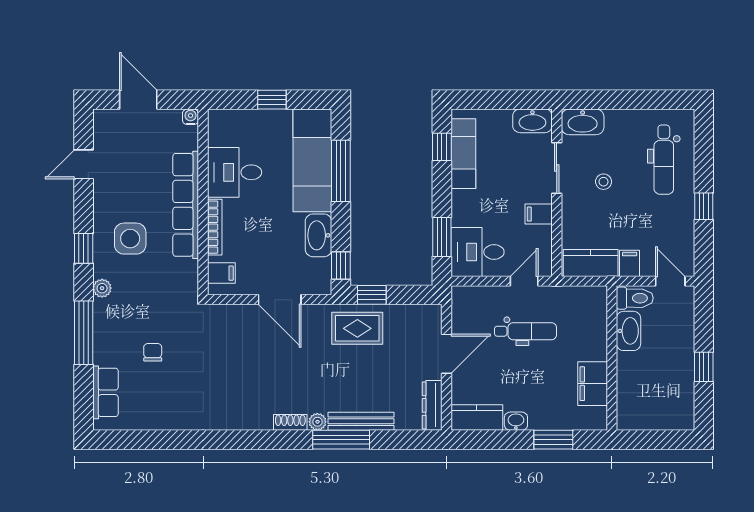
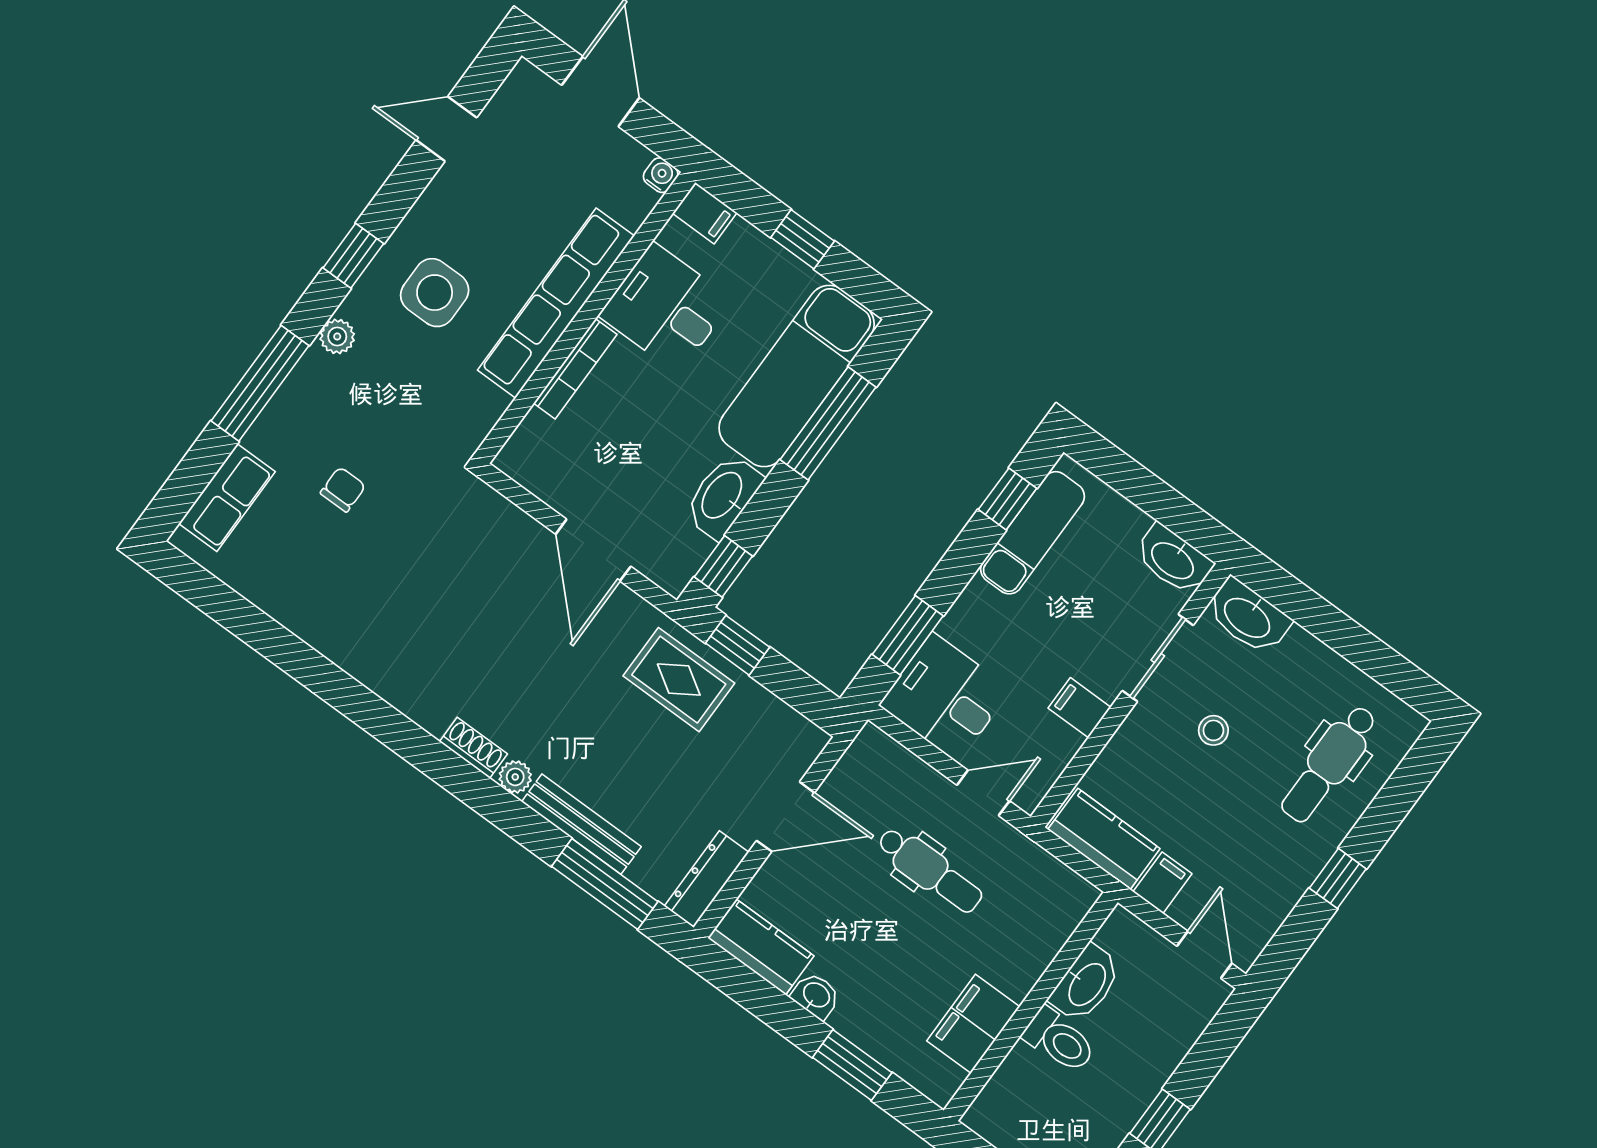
filing cabinet: (221, 273) -> (705, 213), moved
toilet: (635, 298) -> (1059, 1040), moved
window: (341, 440) -> (605, 884), moved

